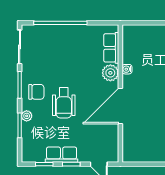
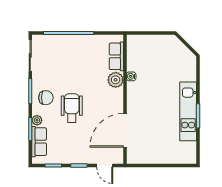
wheelchair: (64, 103) -> (72, 108), turned 180
door: (120, 106) -> (125, 130), moved
row of seats: (62, 155) -> (39, 142), moved, turned 90

